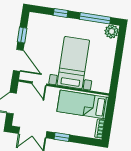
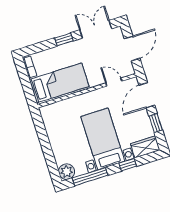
wardrobe: (40, 20) -> (145, 147), added
door: (18, 60) -> (147, 95), hinge flipped
bed with nightstands: (73, 63) -> (103, 139), moved, turned 180

